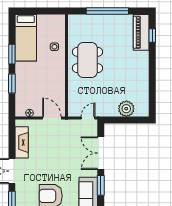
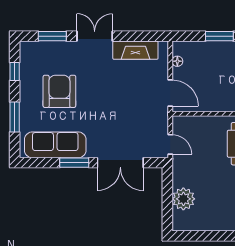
door: (52, 118) -> (170, 93), hinge flipped
double door: (101, 153) -> (120, 163), swing flipped

